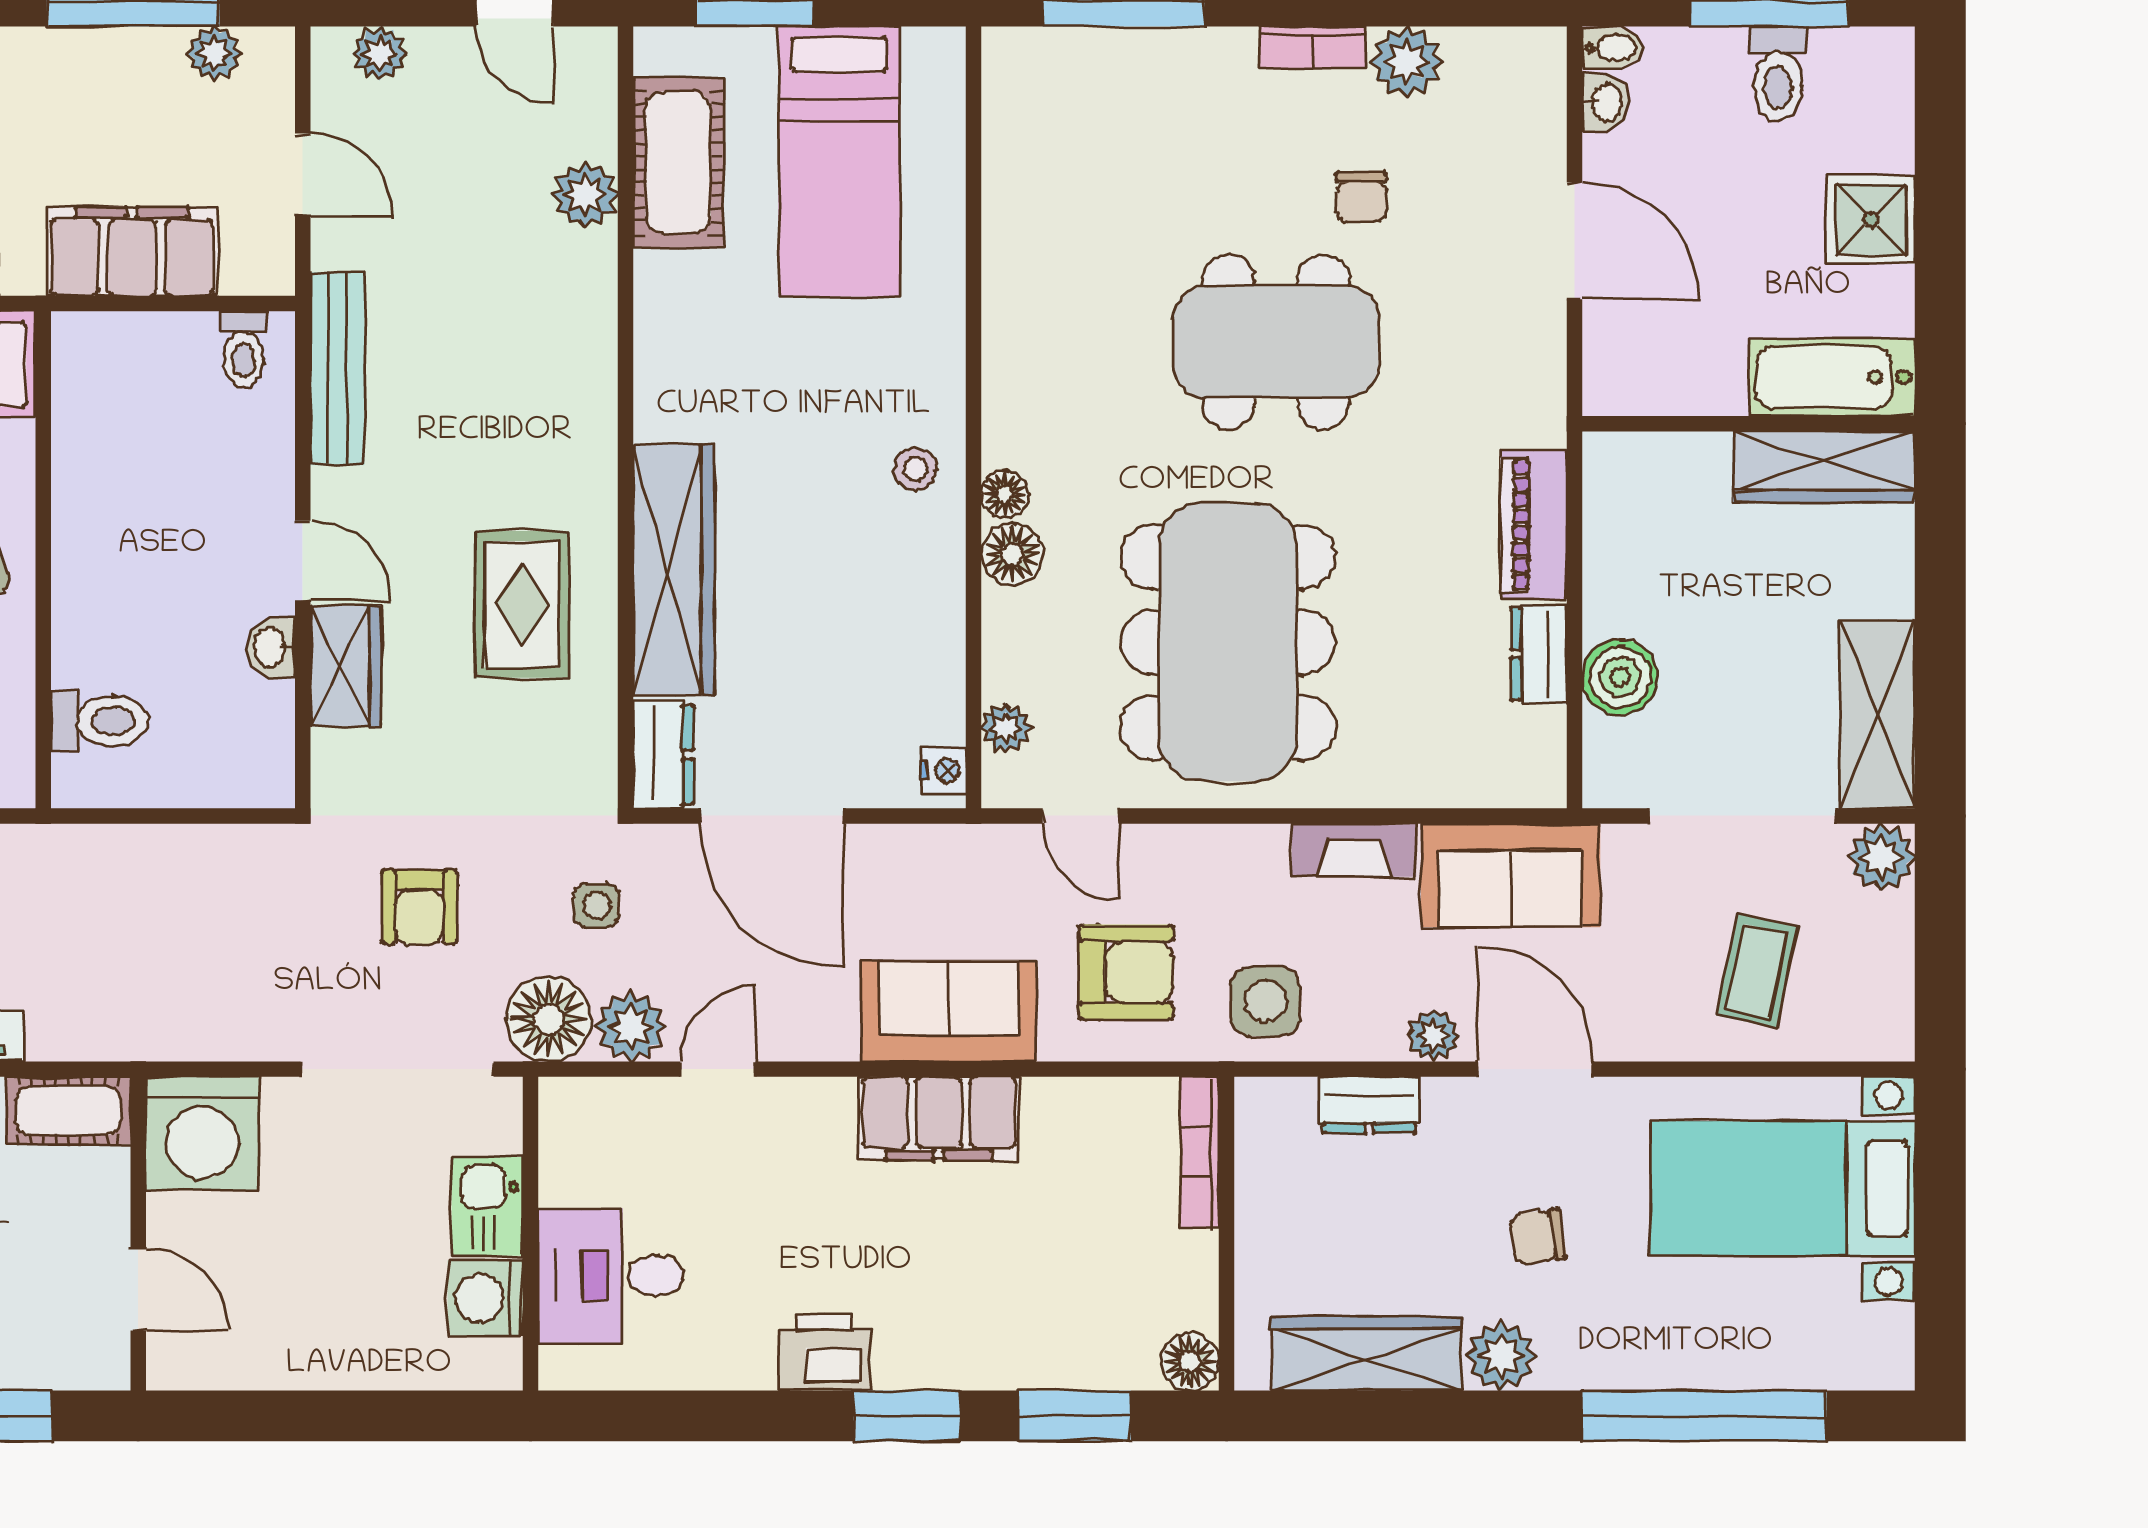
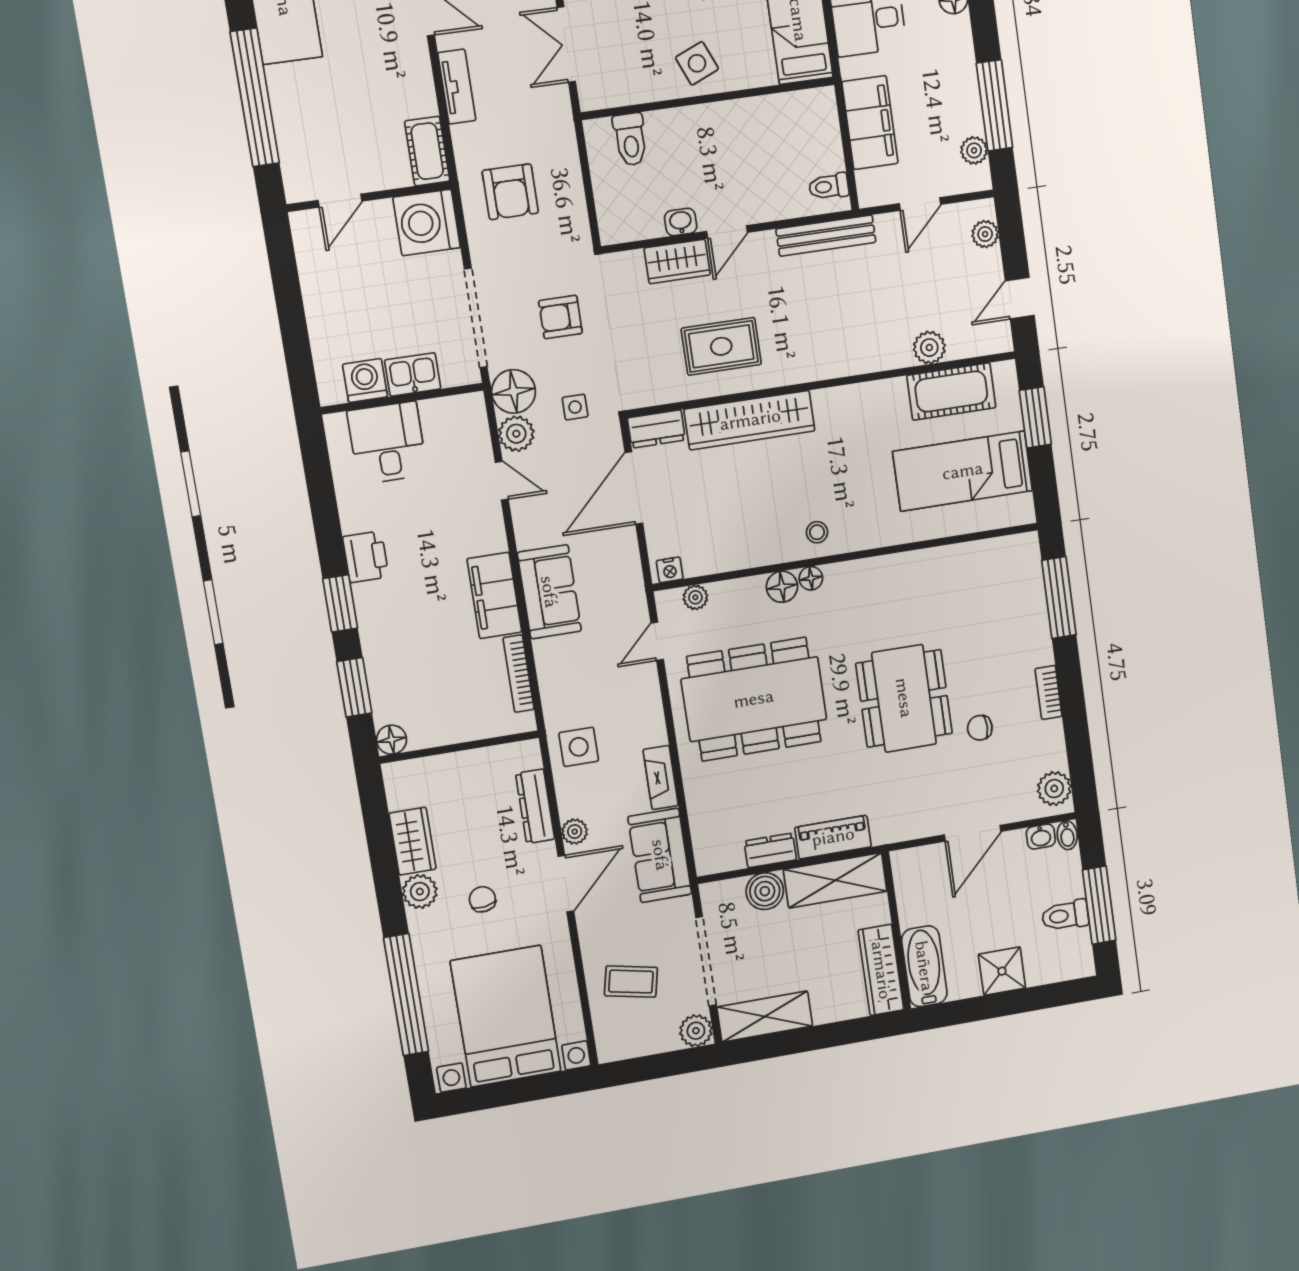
plant: (1406, 62) -> (1054, 789), moved
shelving: (1623, 533) -> (835, 880), added
armchair: (1126, 972) -> (510, 192), moved
dresser: (1369, 1105) -> (535, 806), width x1.44
bookcase: (1200, 1152) -> (518, 674), moved, turned -90
bed with nightstands: (1783, 1188) -> (506, 1016), width x1.36
wardrobe: (1366, 1354) -> (413, 841), width x0.67

